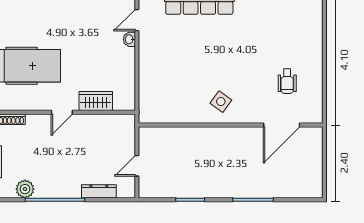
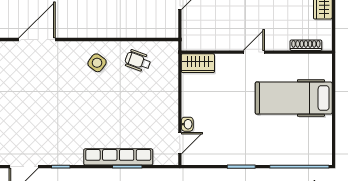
wheelchair: (287, 81) -> (138, 61), moved, turned -70
wardrobe: (96, 101) -> (198, 63), moved

